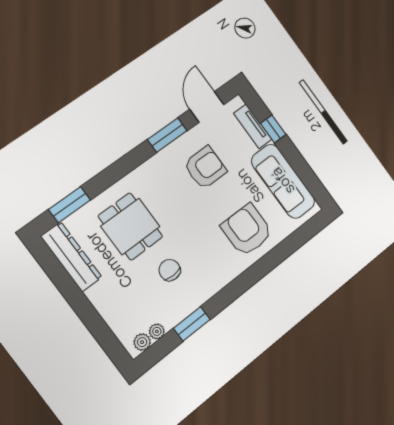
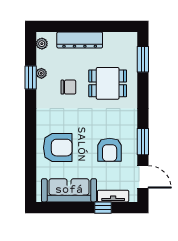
dresser: (71, 257) -> (80, 40), moved
plant: (157, 331) -> (41, 73), moved

